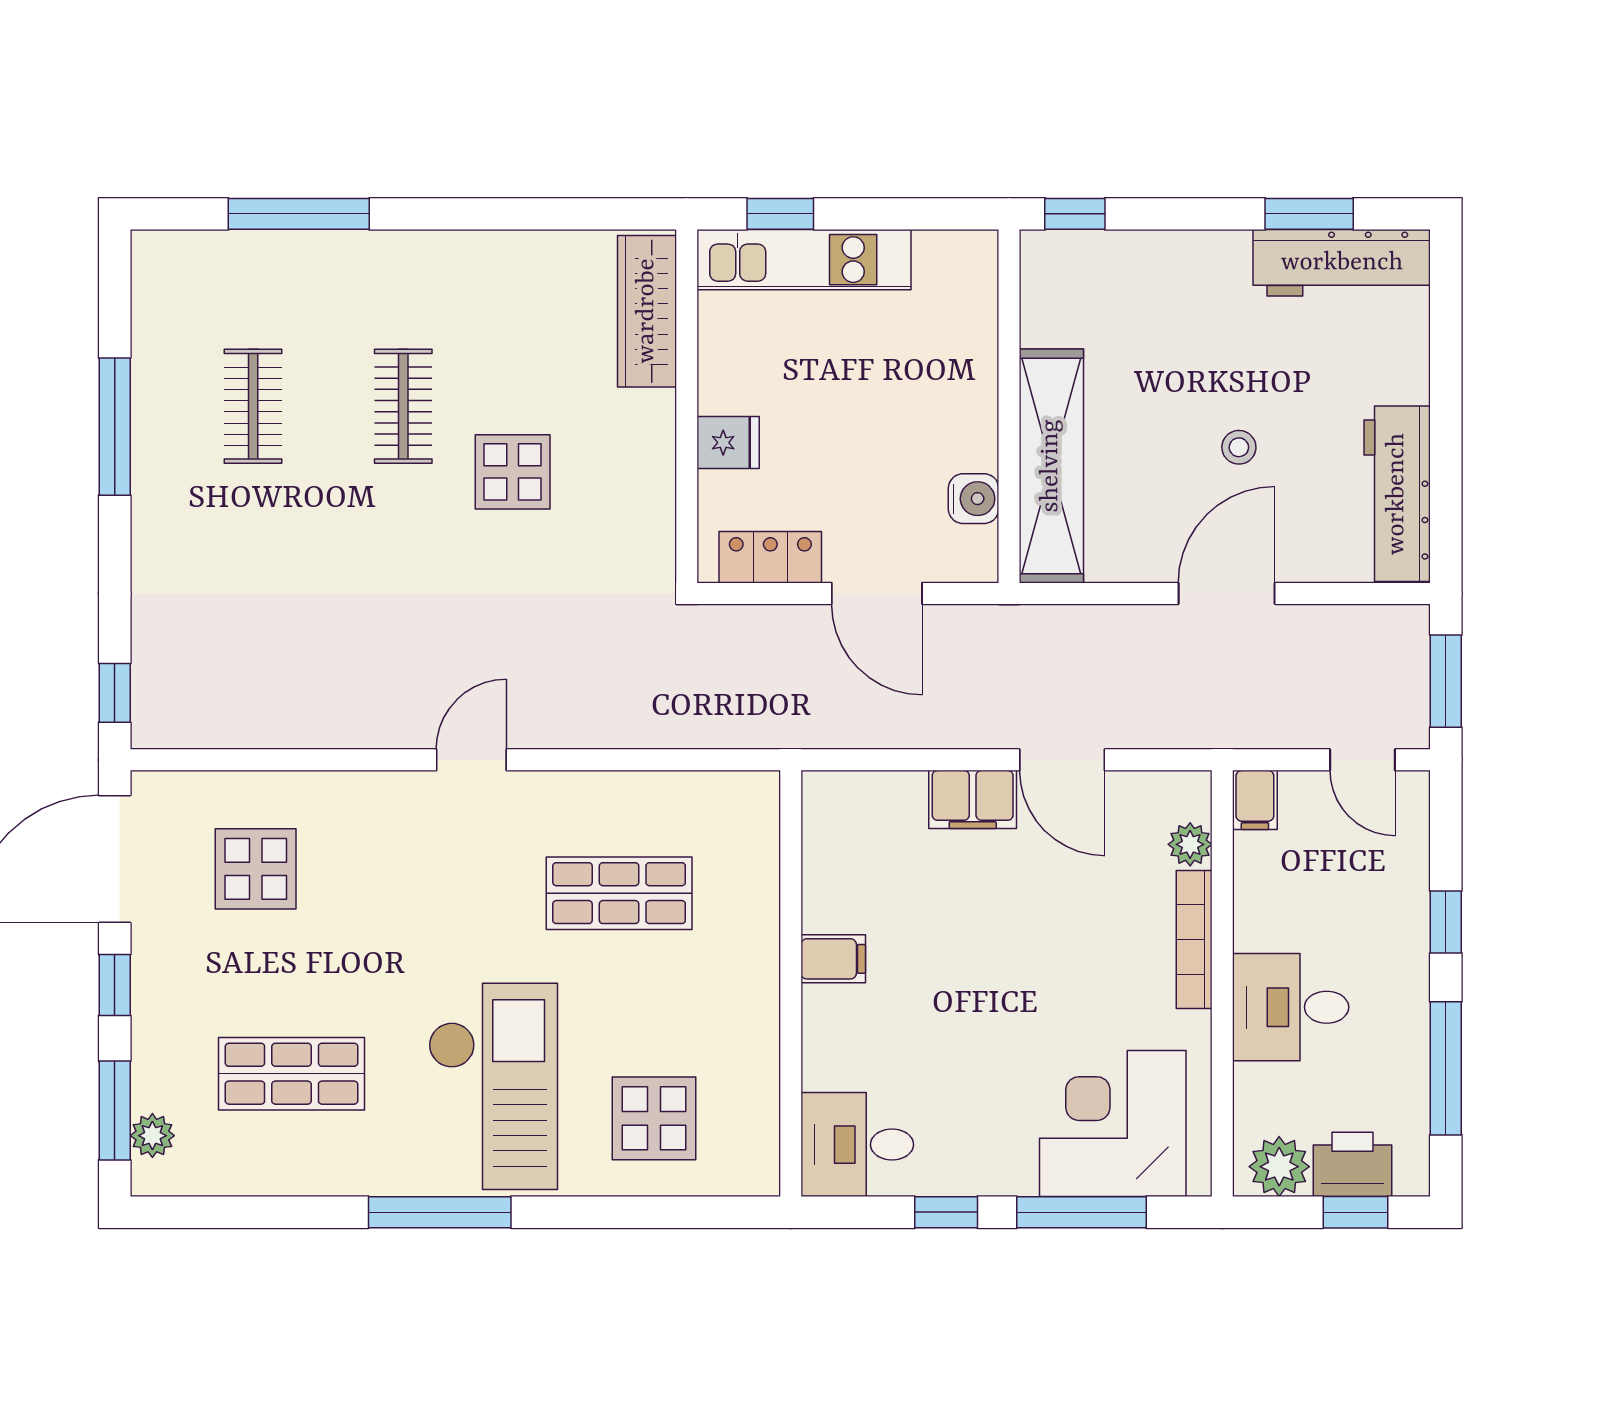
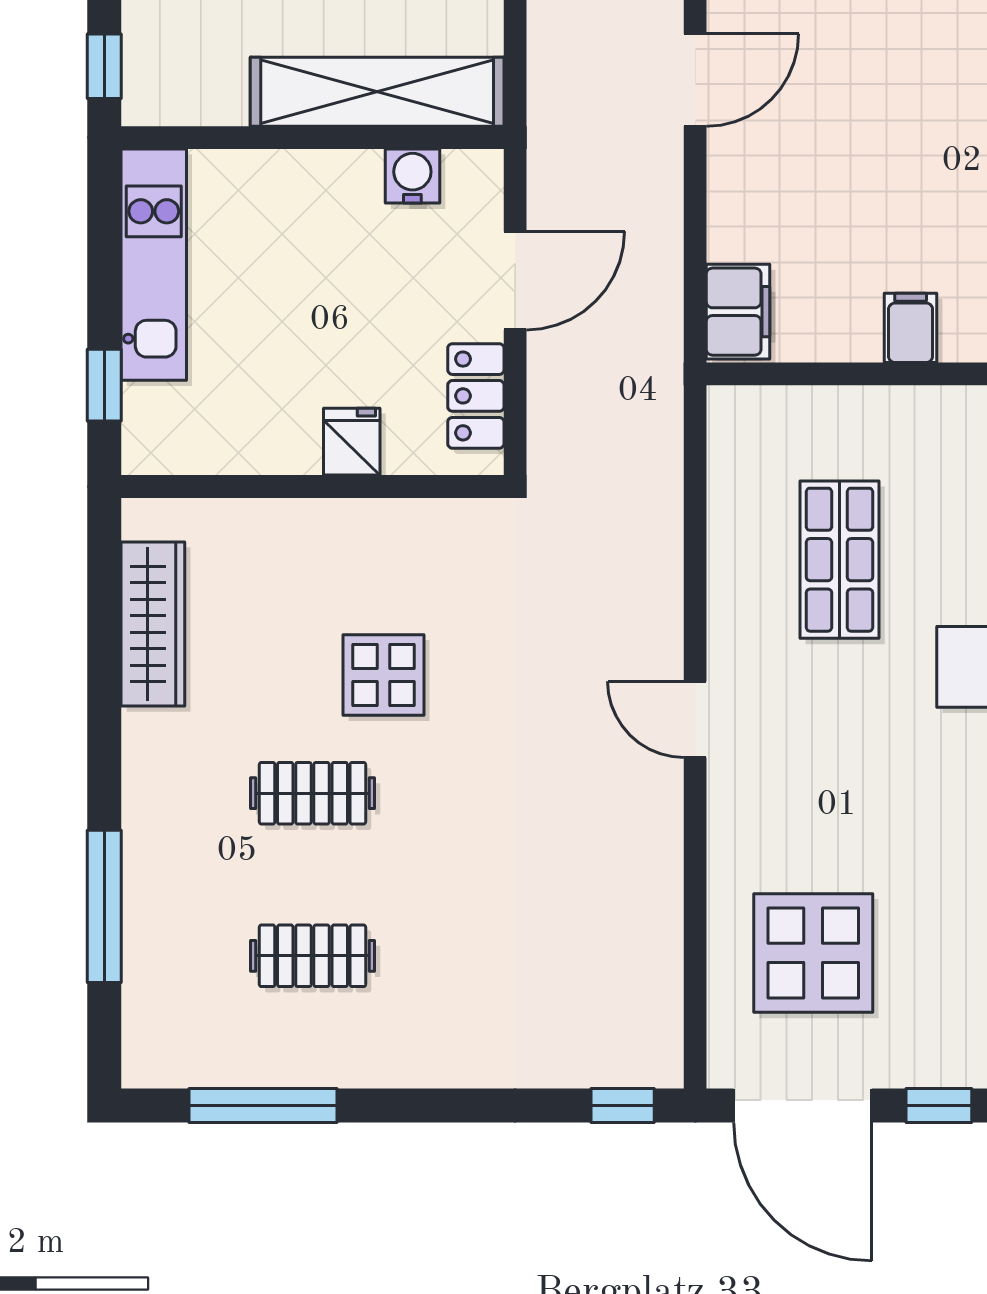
kitchen unit: (804, 260) -> (154, 265), moved
wardrobe: (647, 311) -> (153, 624), moved, turned -90
window: (115, 427) -> (263, 1106), moved
filing cabinet: (973, 799) -> (738, 312), moved
display table: (256, 869) -> (813, 953), width x1.36, depth x1.36

